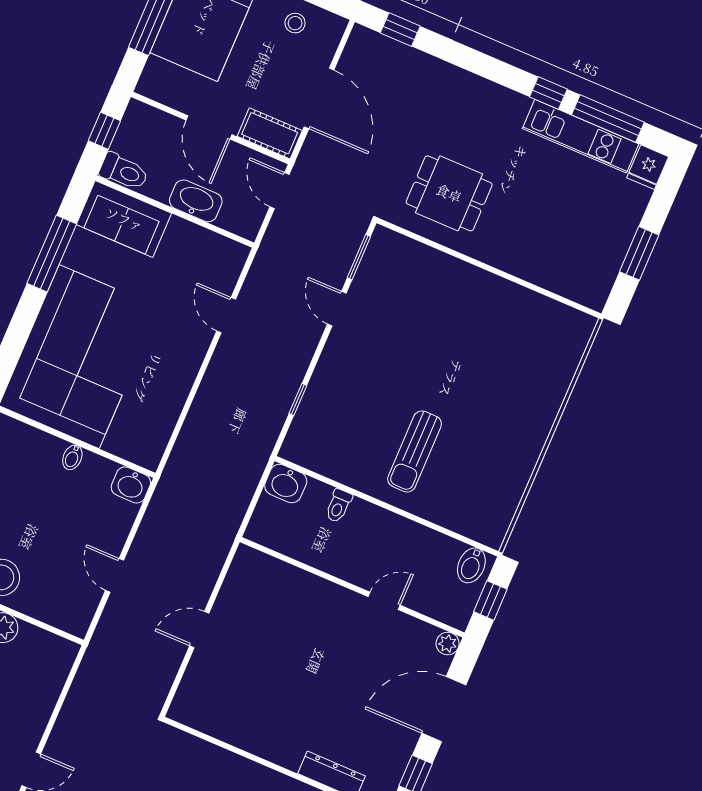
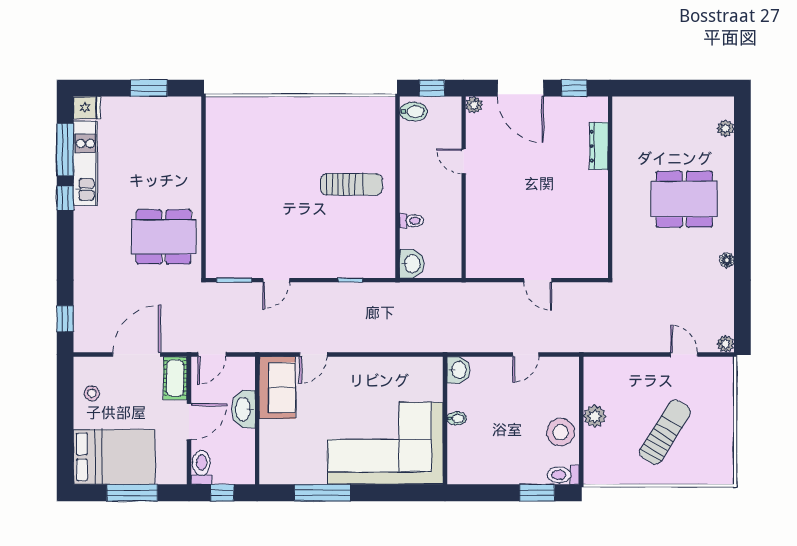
toilet: (124, 172) -> (201, 467), moved
dining table: (449, 193) -> (164, 237), width x1.37
sofa: (124, 219) -> (277, 388), moved

